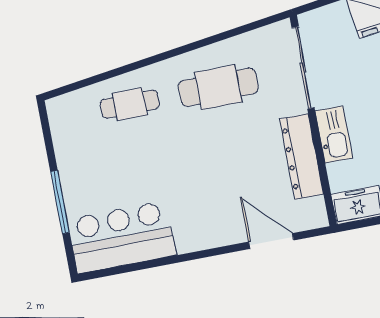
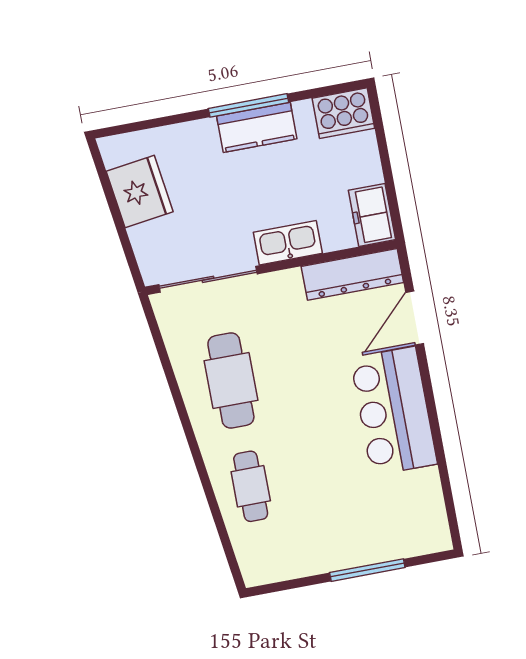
dresser: (301, 157) -> (352, 274), moved
bar counter: (122, 237) -> (394, 411), moved

